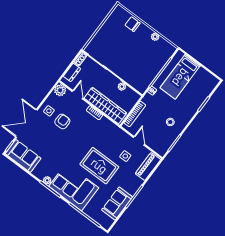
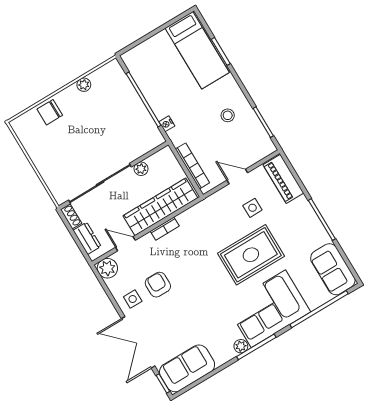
bed: (180, 77) -> (197, 50), moved
sofa: (117, 203) -> (333, 269), moved

